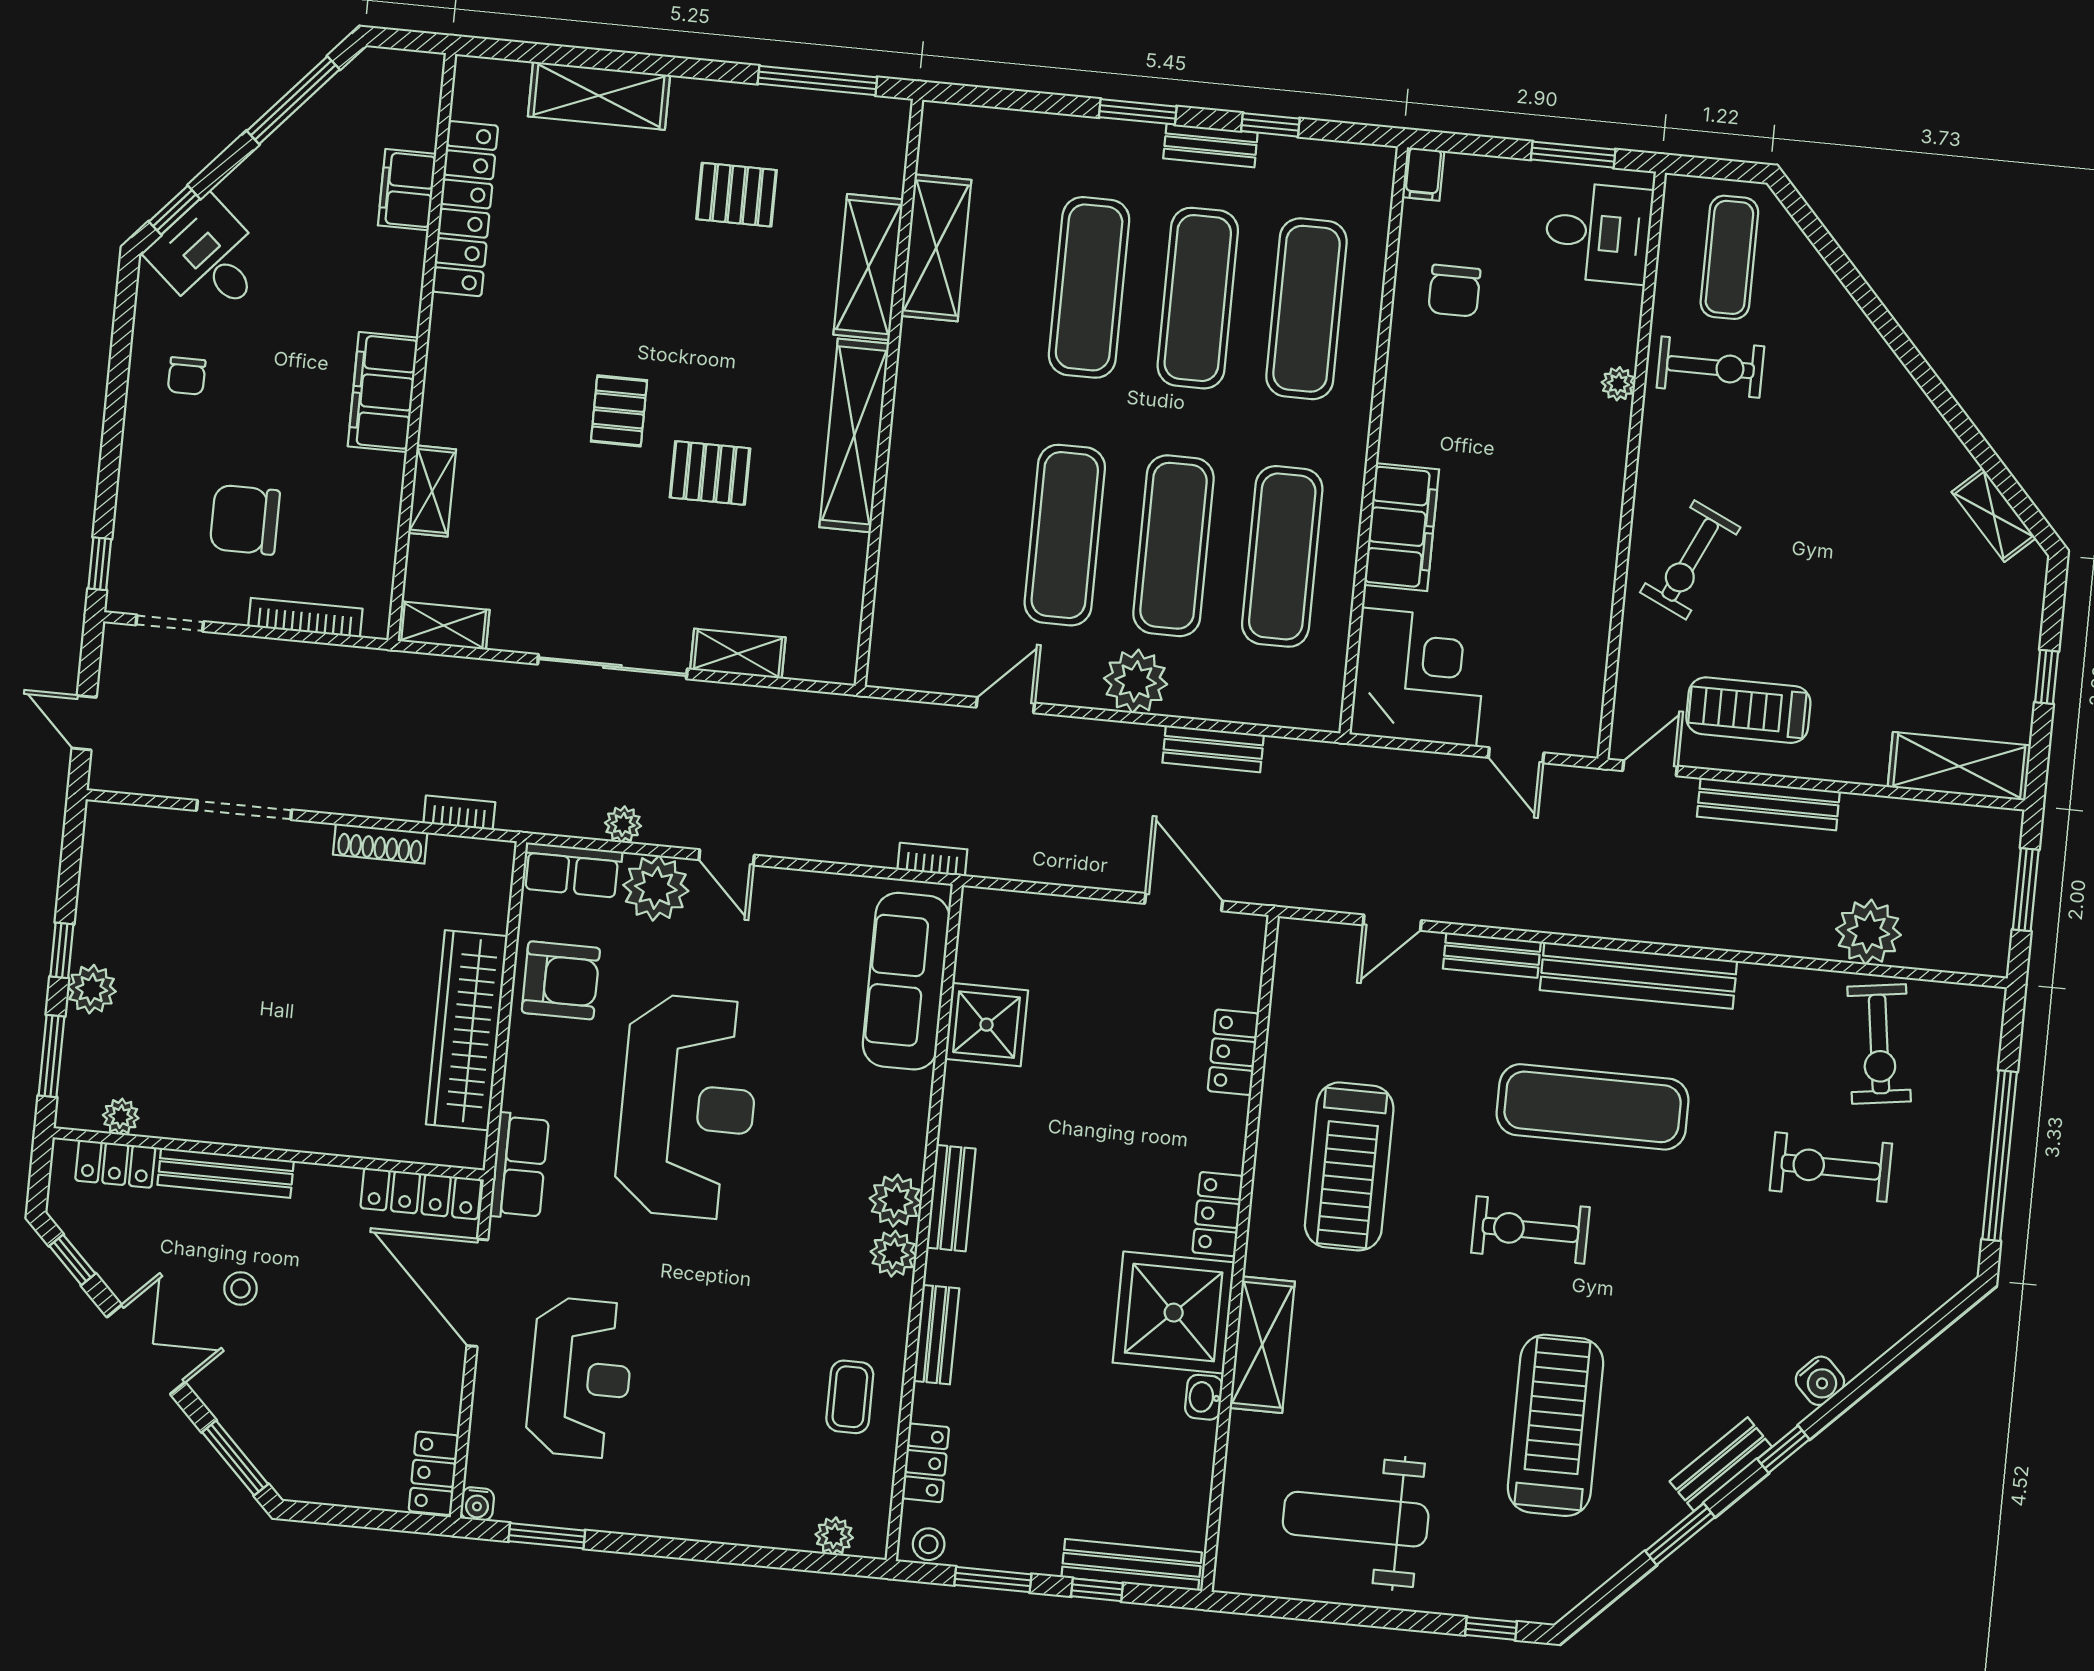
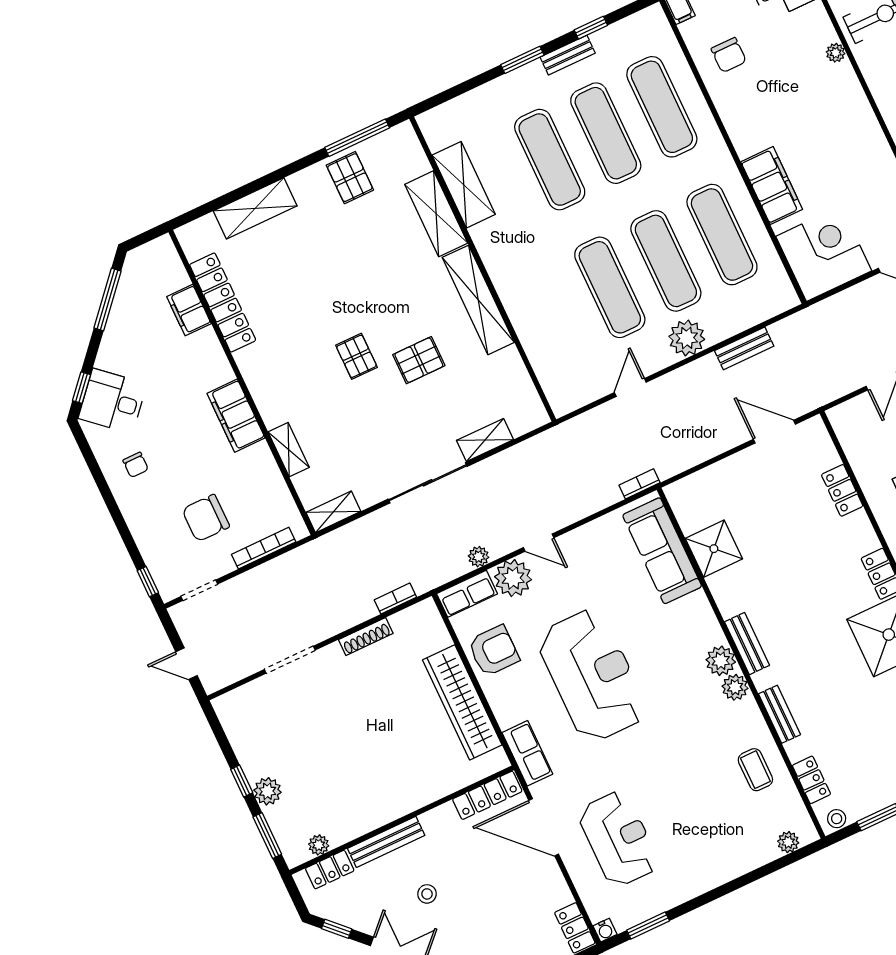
pallet: (737, 195) -> (350, 178), moved, turned 90

